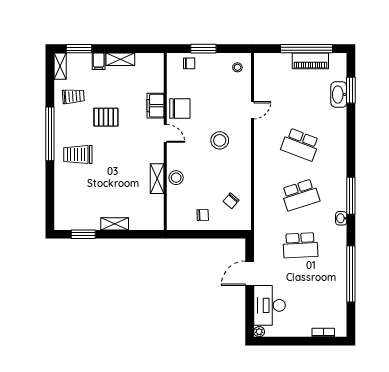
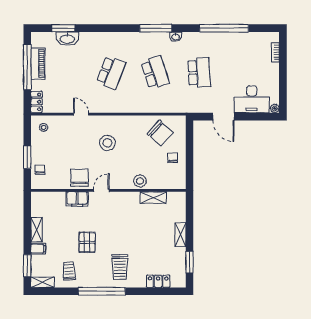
locker: (267, 59) -> (37, 102), added
shelving: (157, 179) -> (153, 198), moved
locker: (61, 198) -> (158, 281), added
chair: (231, 201) -> (160, 133), width x1.87, depth x1.87

